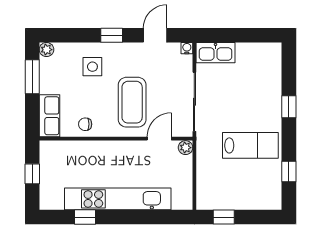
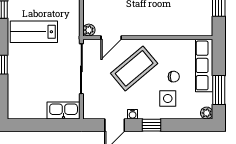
water cooler: (187, 48) -> (133, 114), moved
coffee table: (132, 102) -> (134, 68), turned 50
row of seats: (49, 116) -> (204, 65), width x1.48
chair: (85, 124) -> (174, 77), moved

